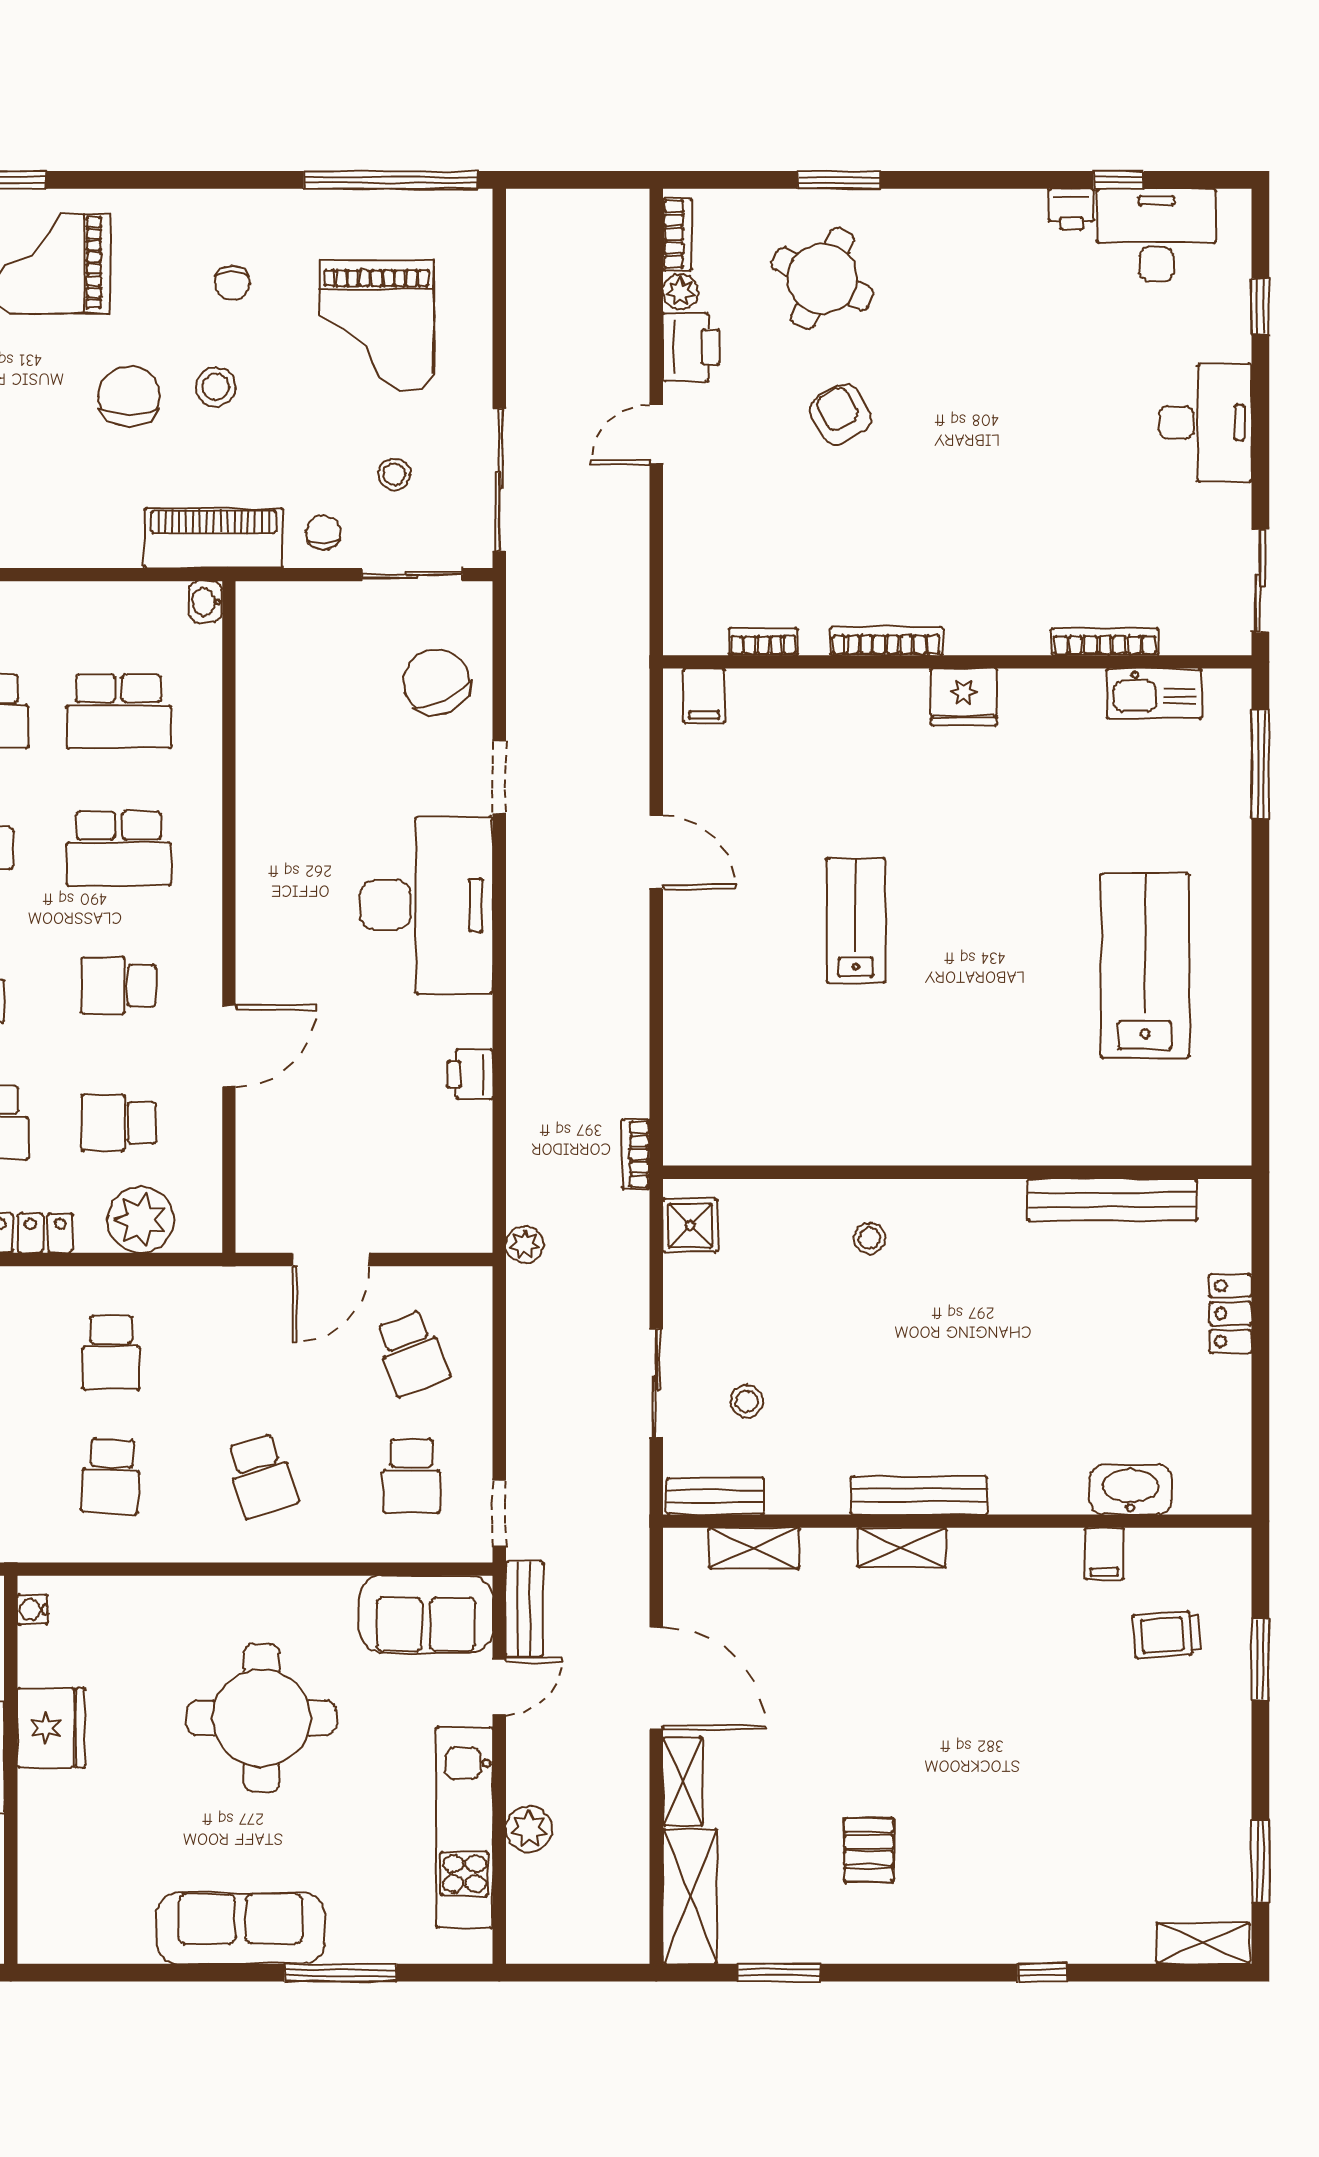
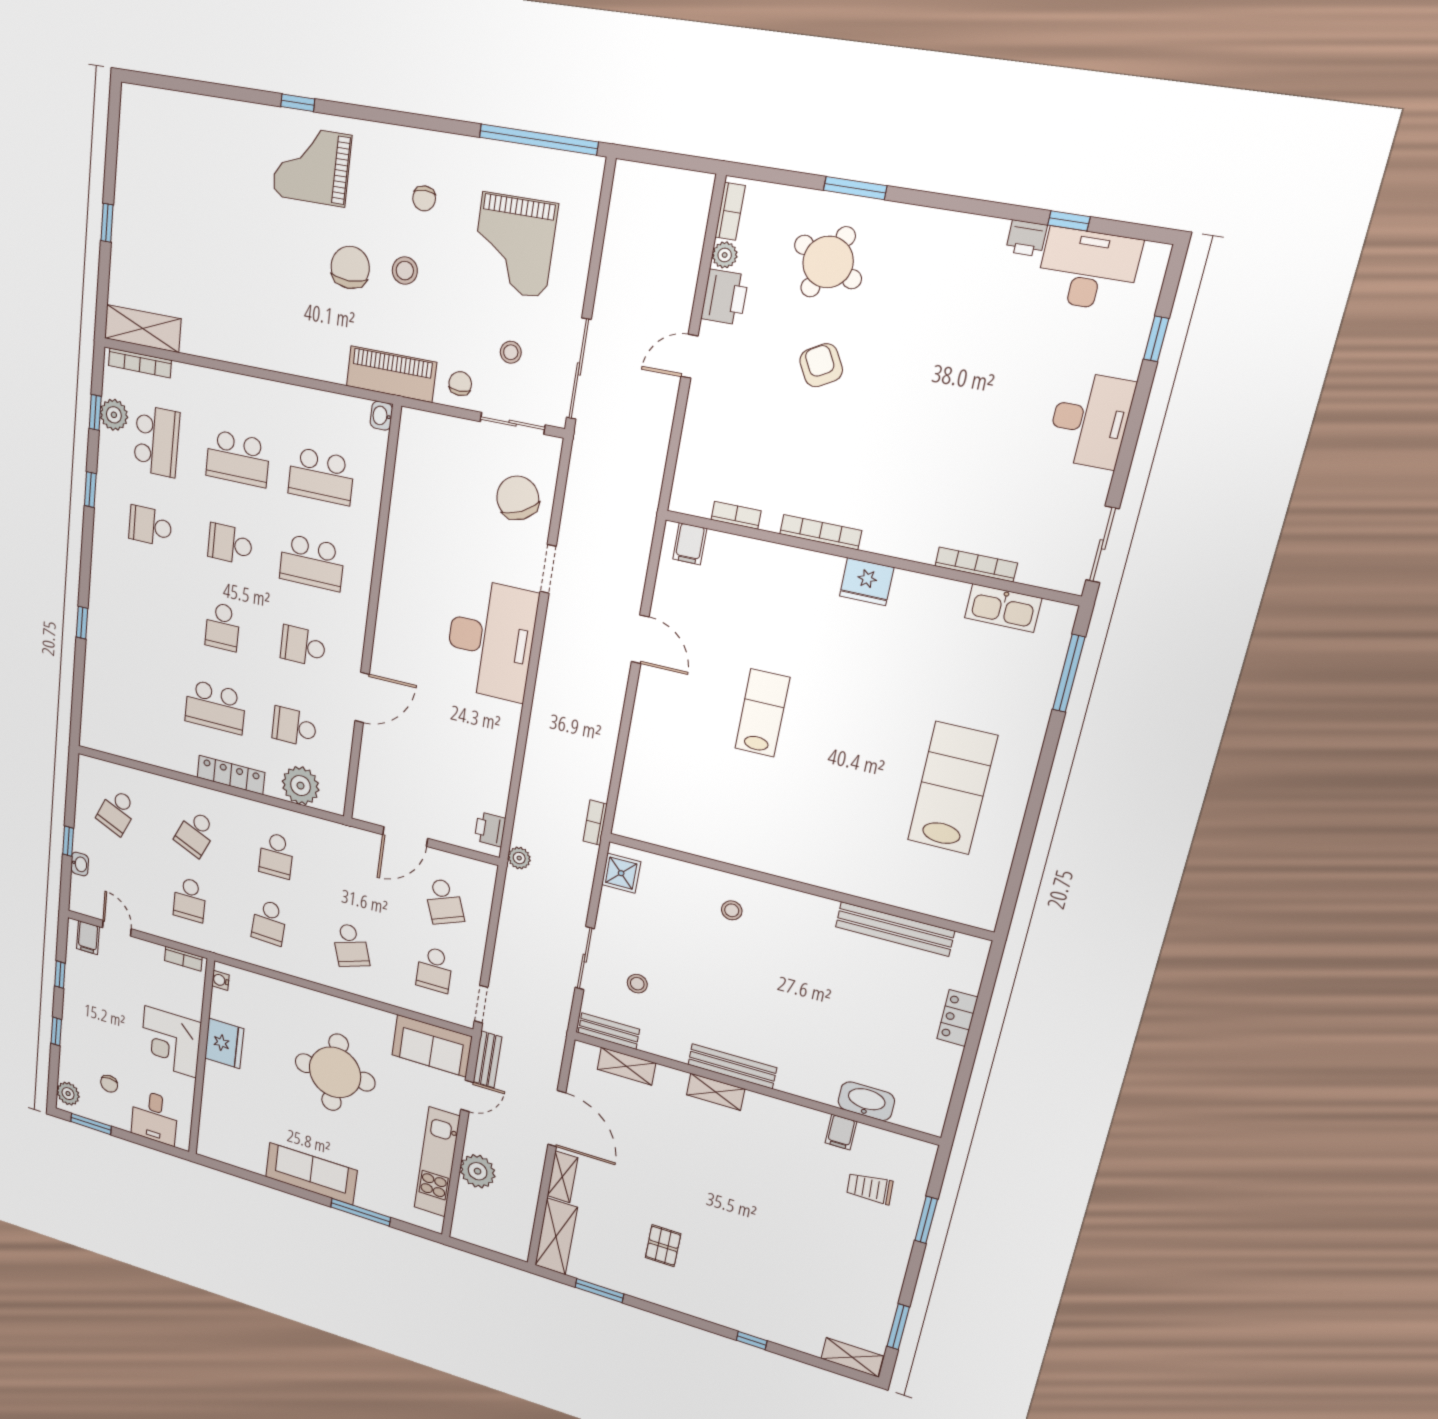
printer: (470, 1074) -> (490, 829), moved
plant: (529, 1829) -> (478, 1171), width x1.36, depth x1.36

